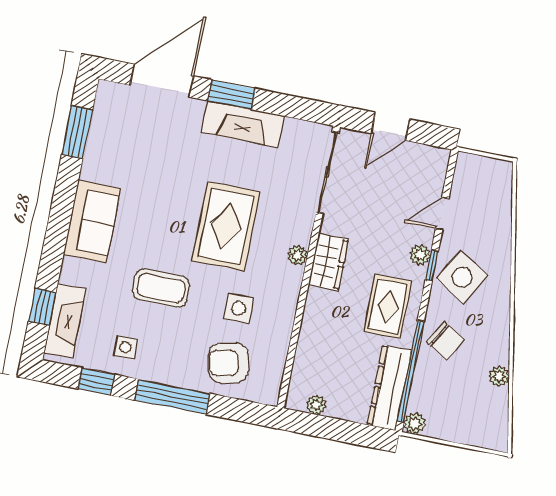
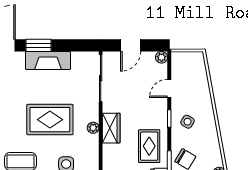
rug: (226, 226) -> (50, 120), turned 90
plant: (420, 255) -> (162, 57), moved
side table: (462, 277) -> (187, 122), width x0.54, depth x0.54

